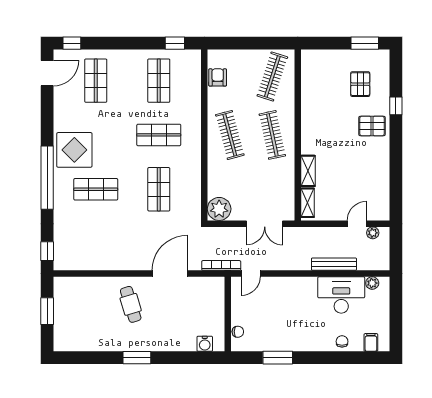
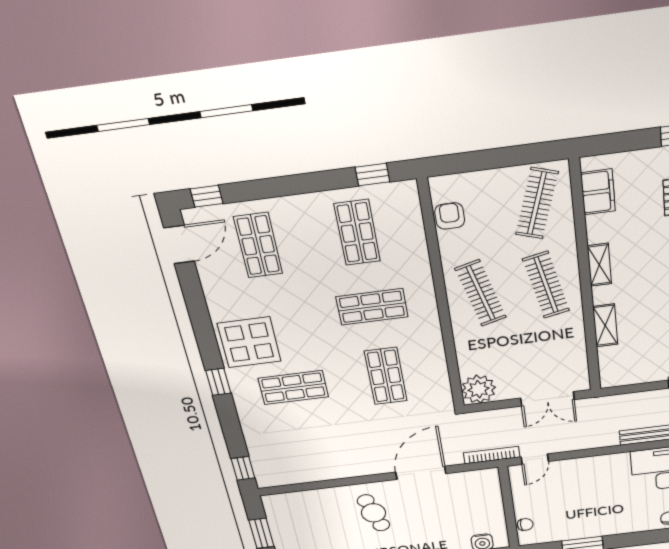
filing cabinet: (311, 74) -> (598, 192), added
window: (47, 178) -> (218, 382), width x0.32
shelving: (308, 203) -> (599, 265), moved

